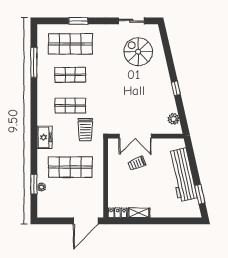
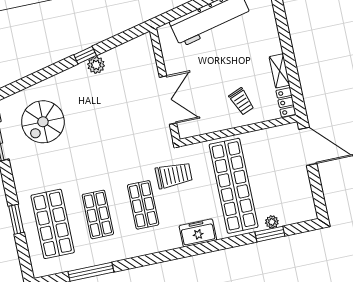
plant: (174, 119) -> (96, 65), moved
trolley: (137, 163) -> (242, 101), moved
shop shelf: (70, 167) -> (234, 186), width x1.40

